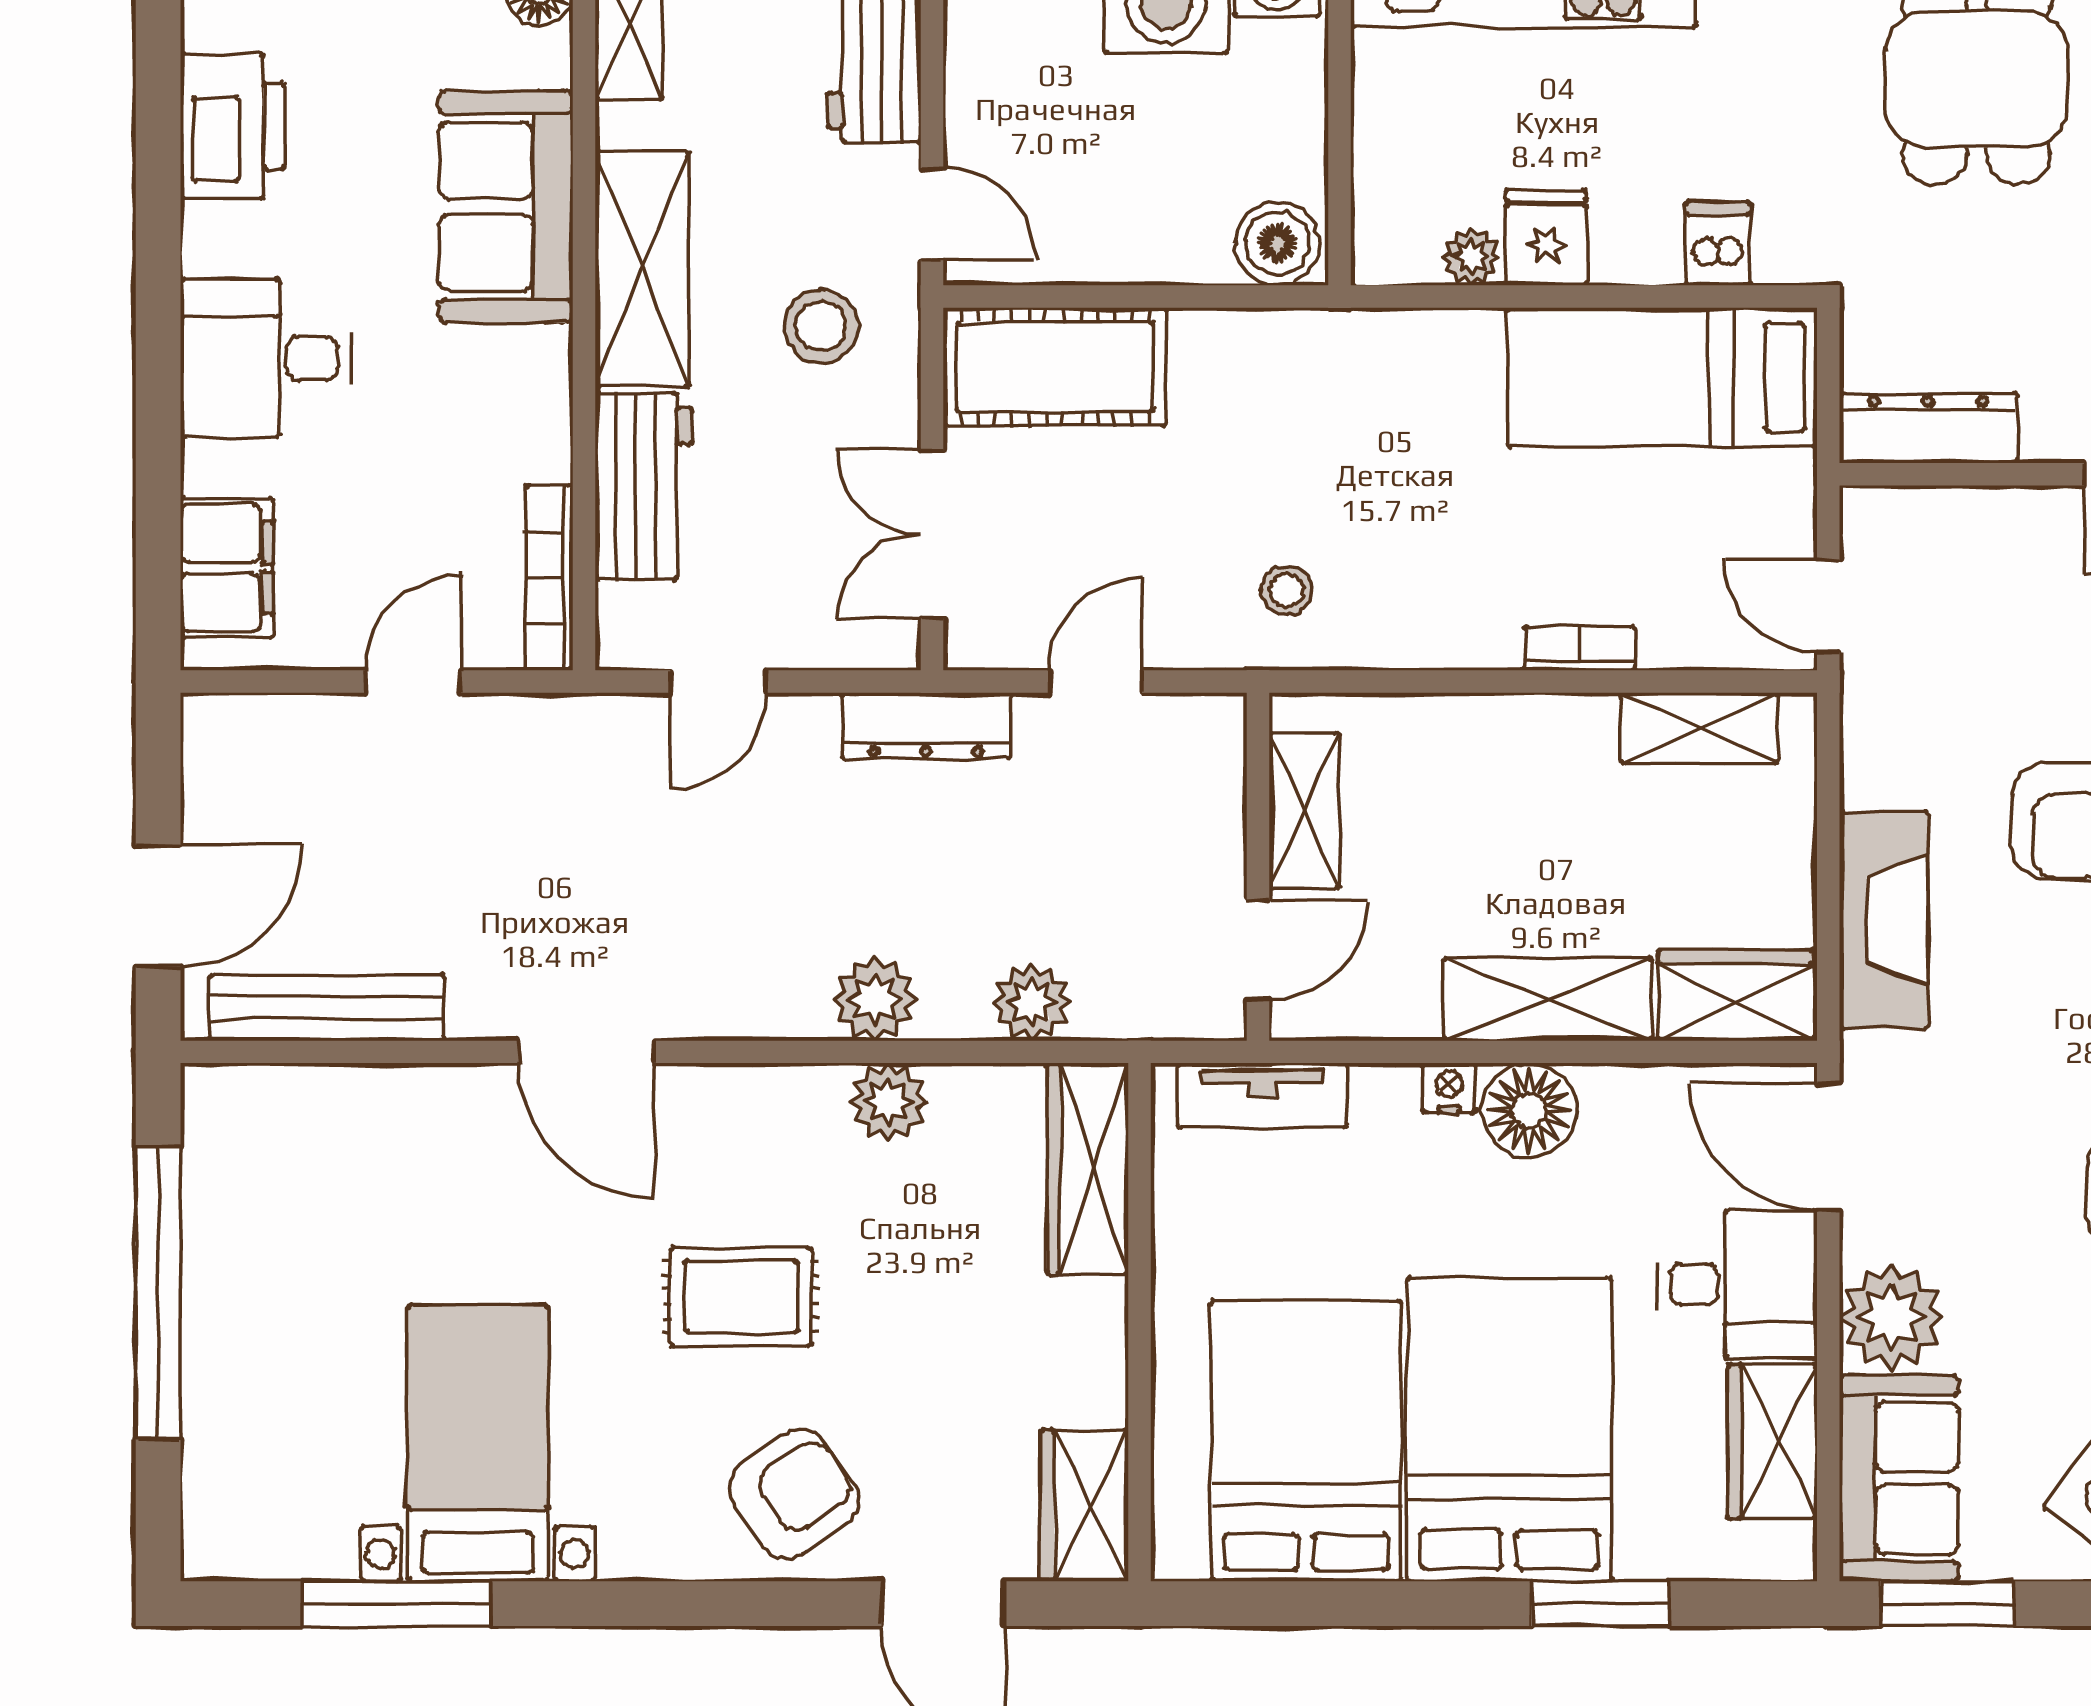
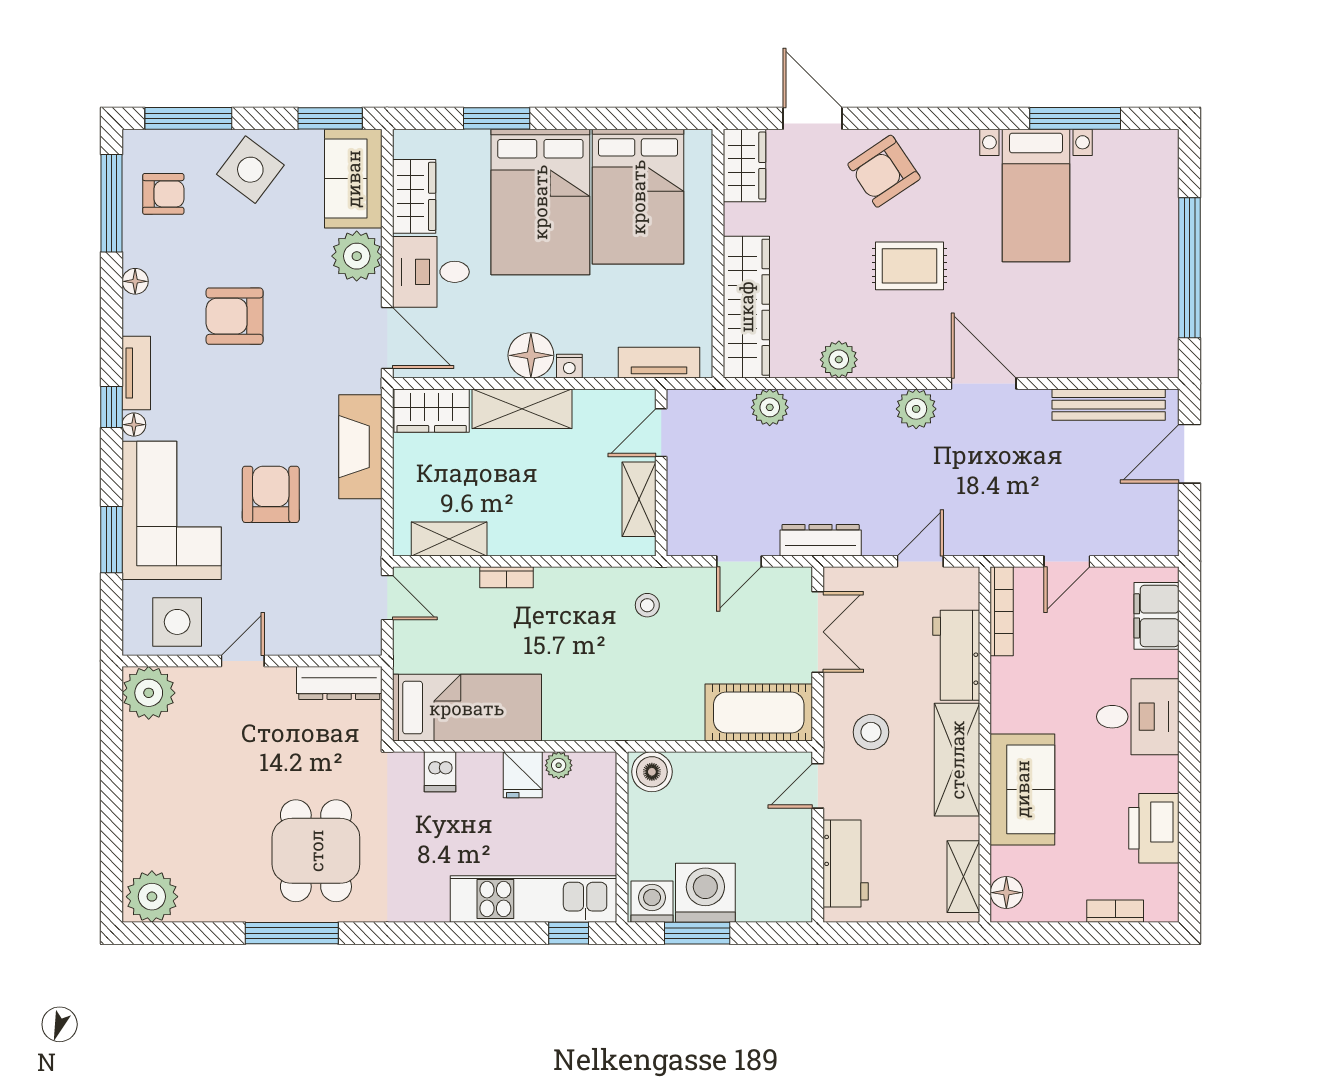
door: (932, 214) -> (818, 786), hinge flipped
plant: (875, 999) -> (916, 409), moved
wardrobe: (1088, 1168) -> (746, 307), width x1.40, depth x1.17

